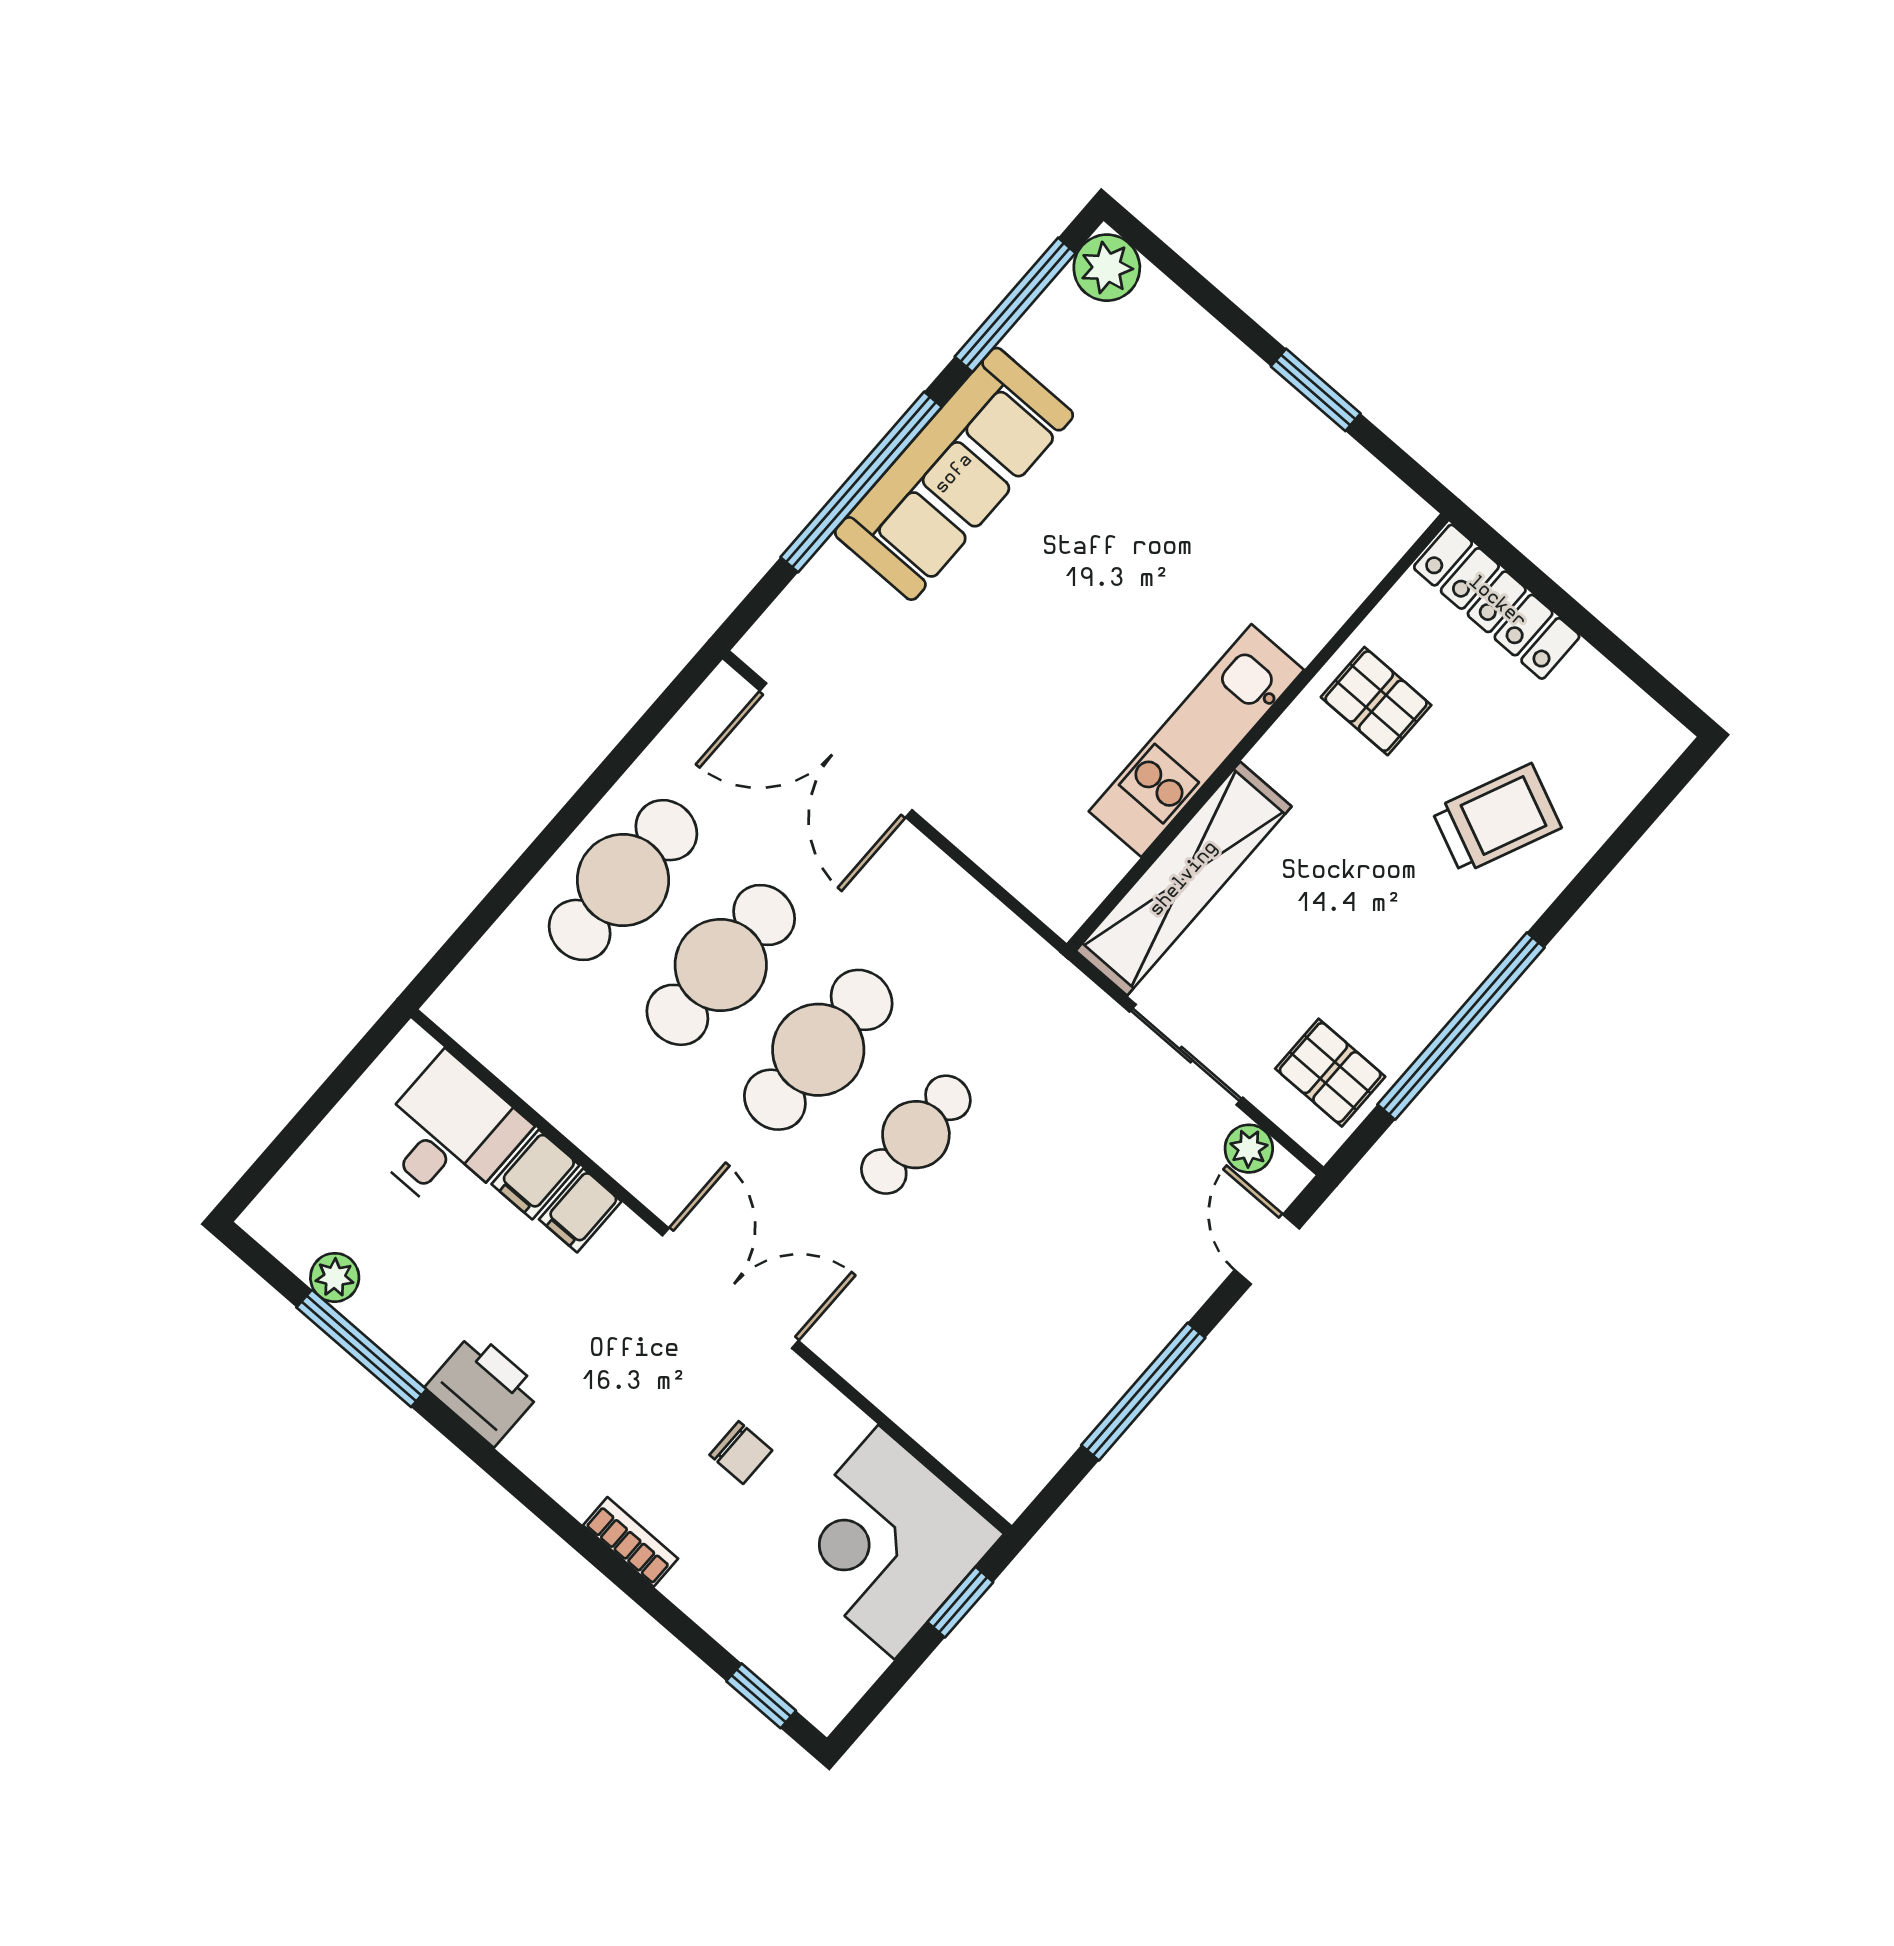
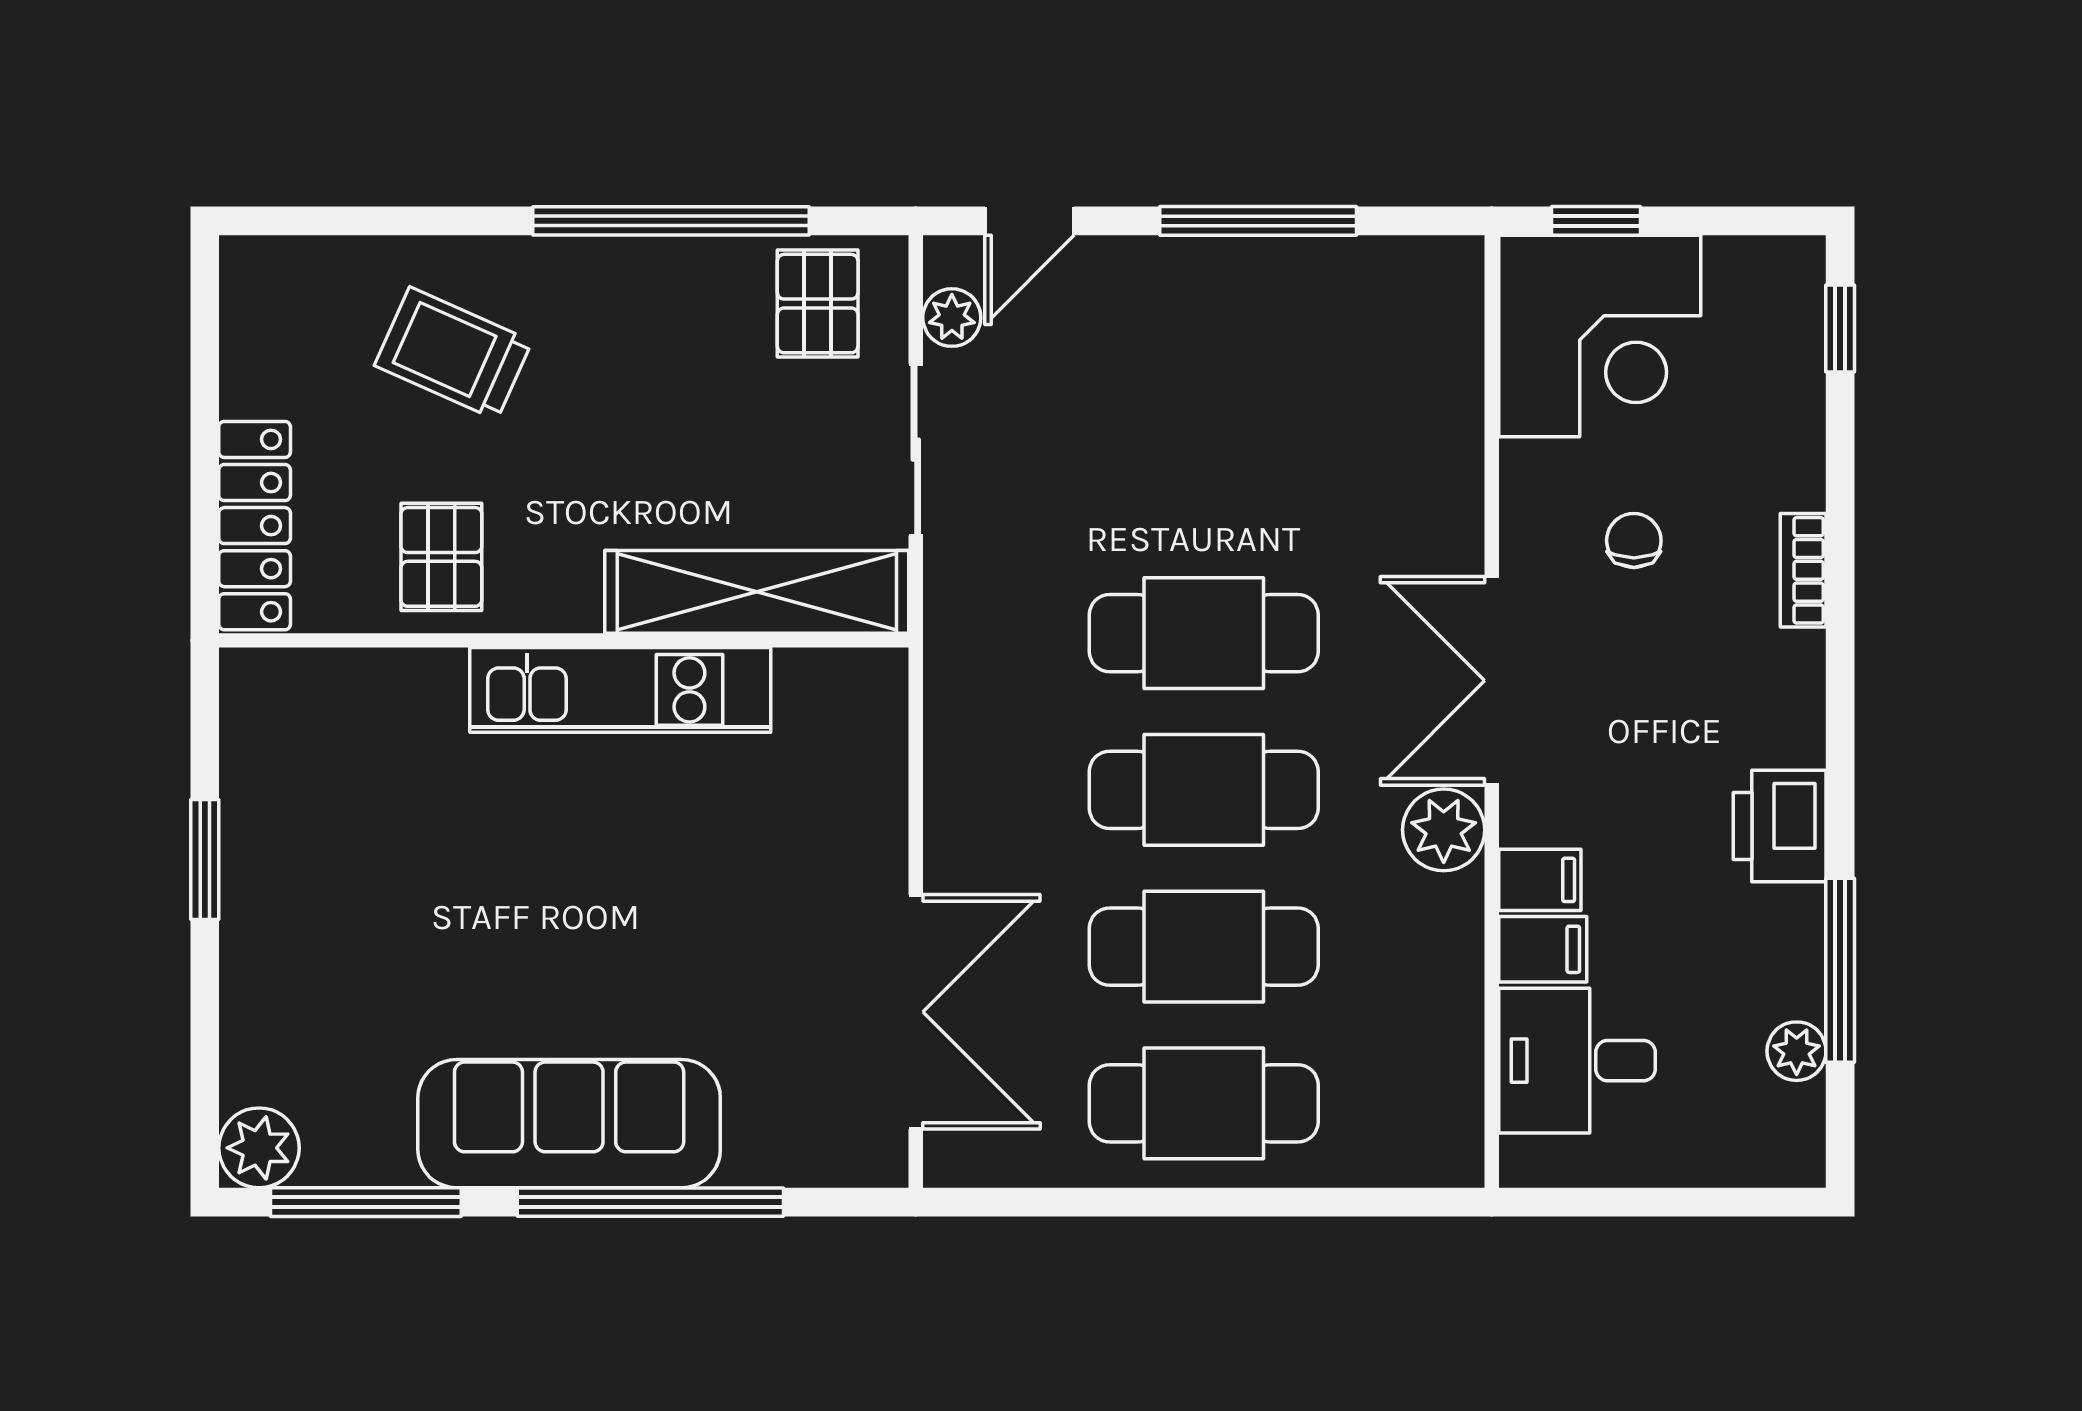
cafe table: (916, 1135) -> (1204, 633), width x1.37, depth x1.35
plant: (663, 1177) -> (1444, 830), added

